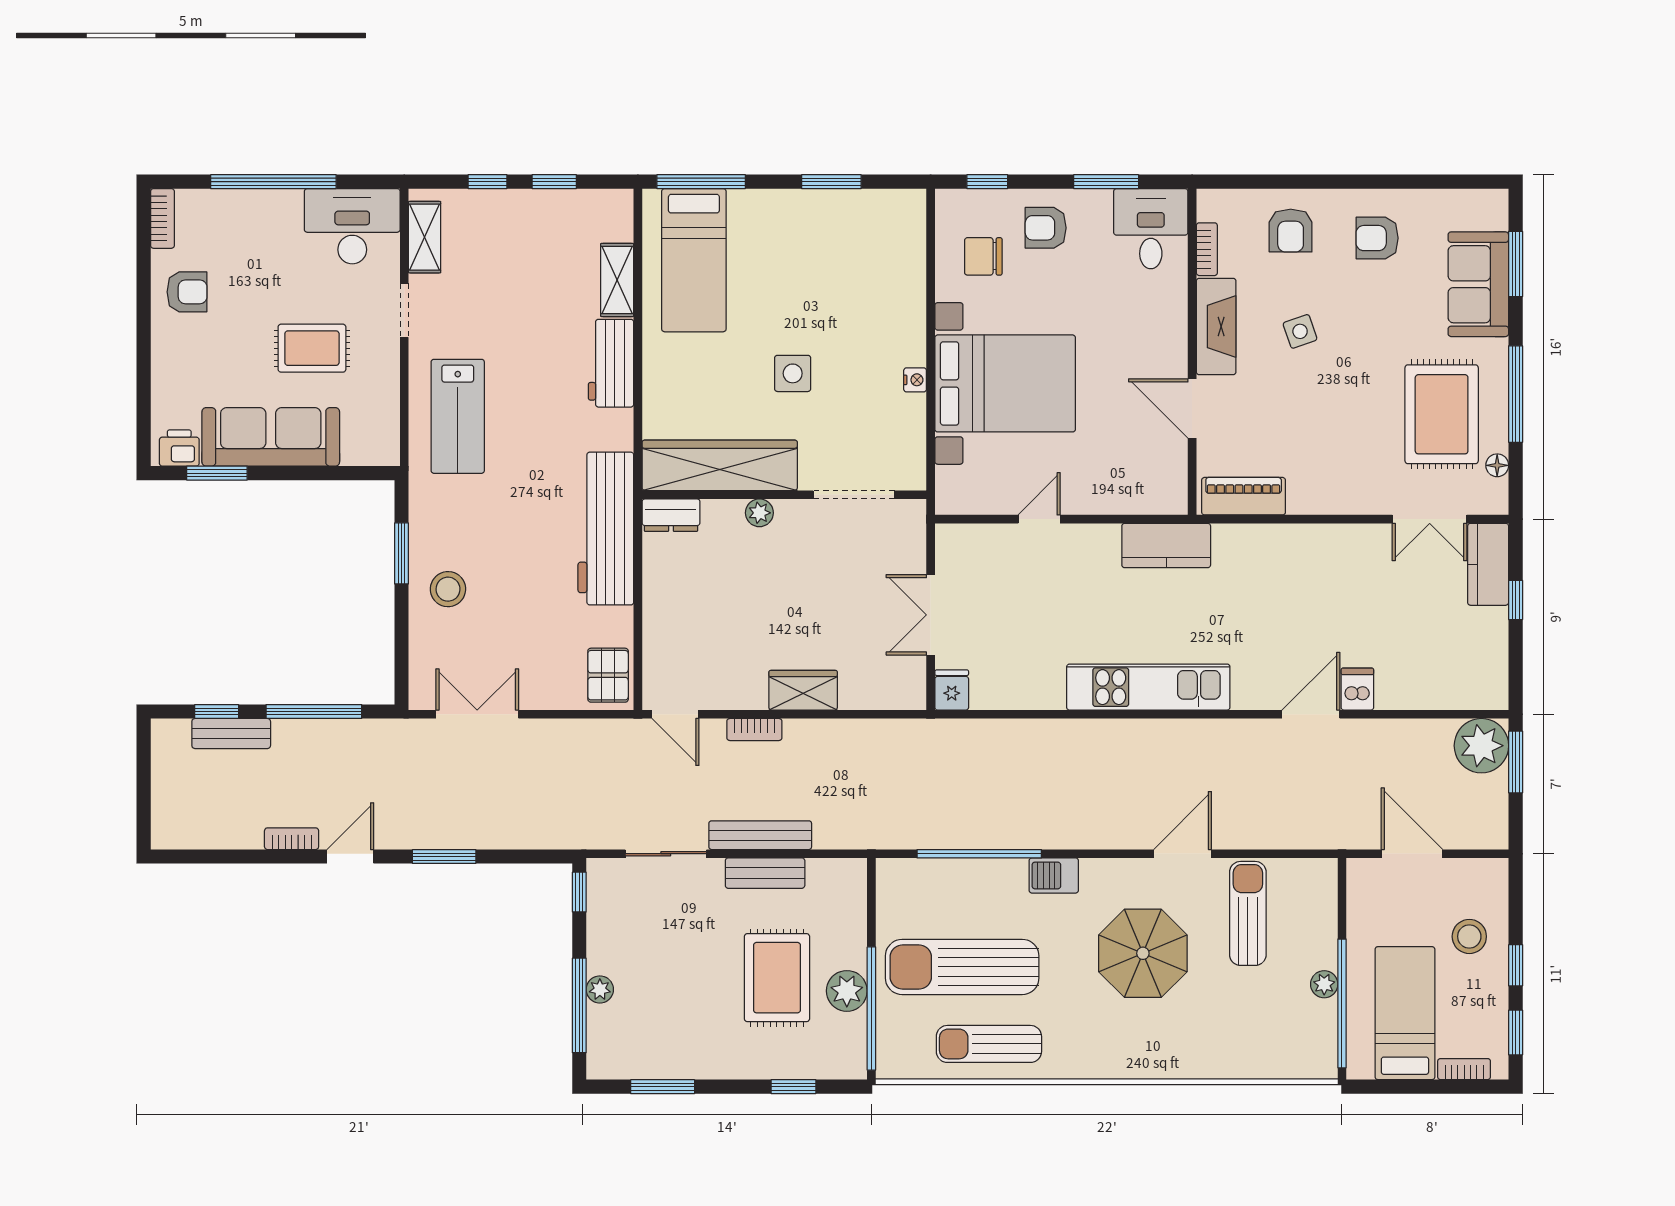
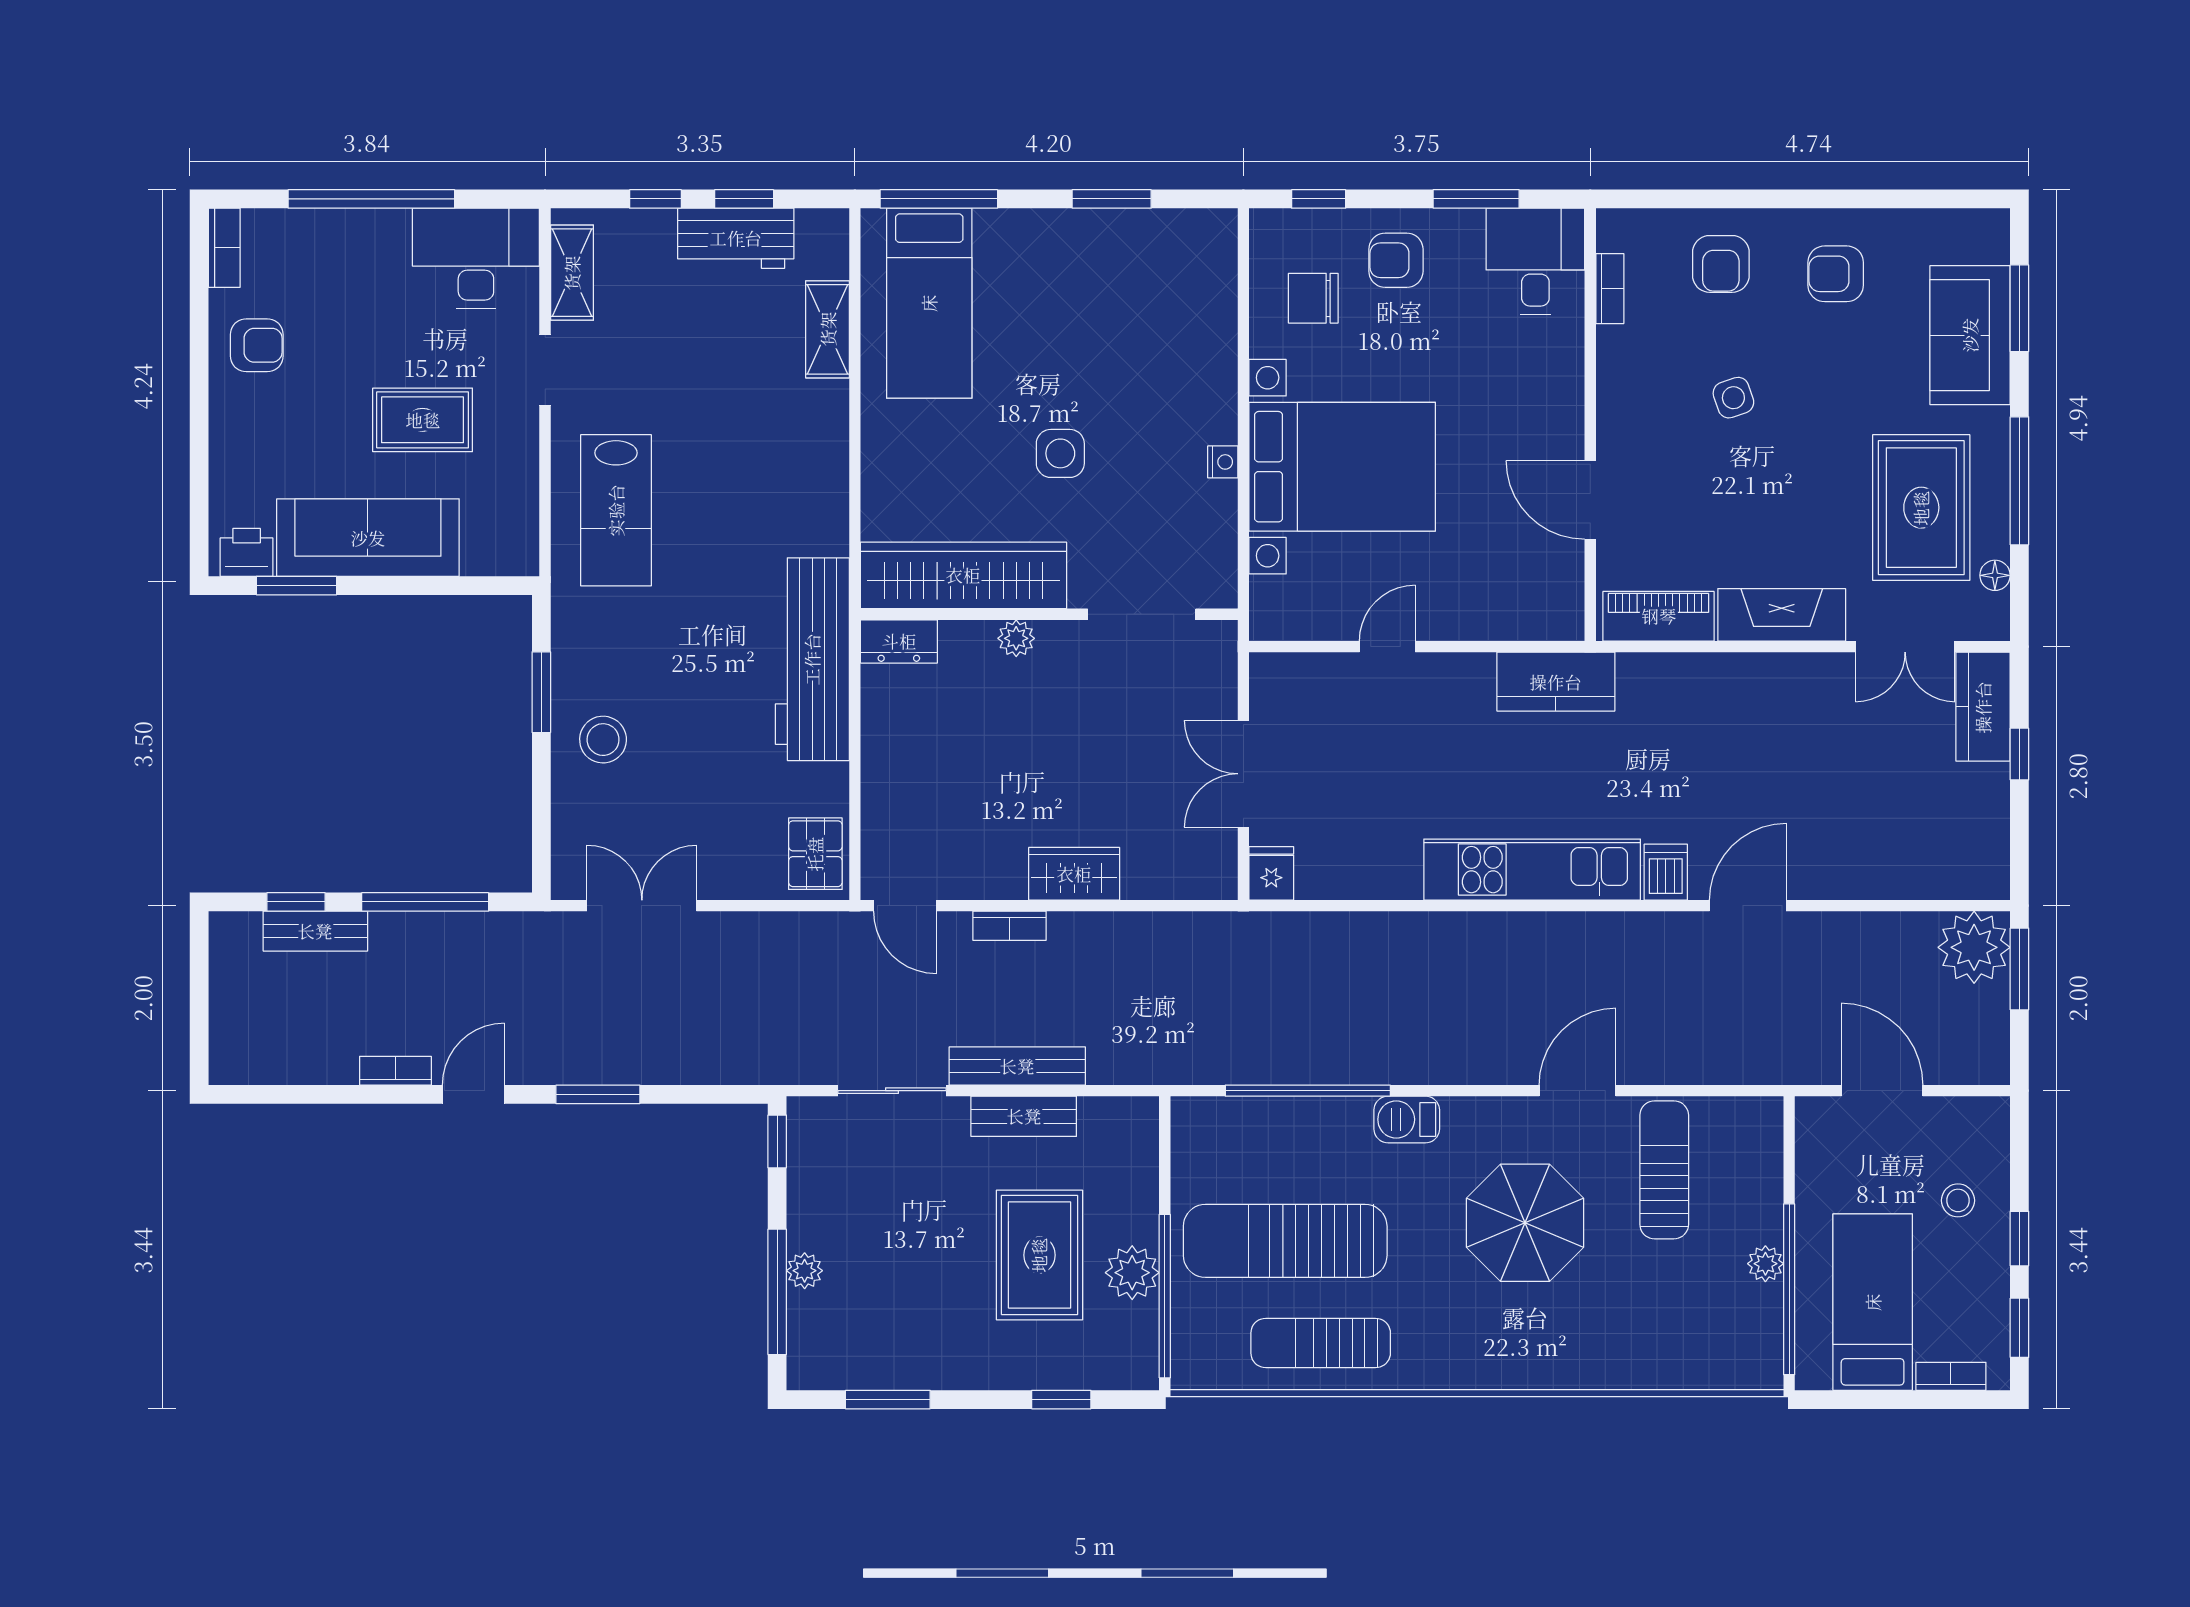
fireplace: (1216, 327) -> (1782, 615), moved, turned -90
workbench: (611, 363) -> (736, 238), moved, turned -90
dishwasher: (1357, 689) -> (1666, 872), moved
stool: (1469, 936) -> (1958, 1200), width x0.73, depth x0.73

